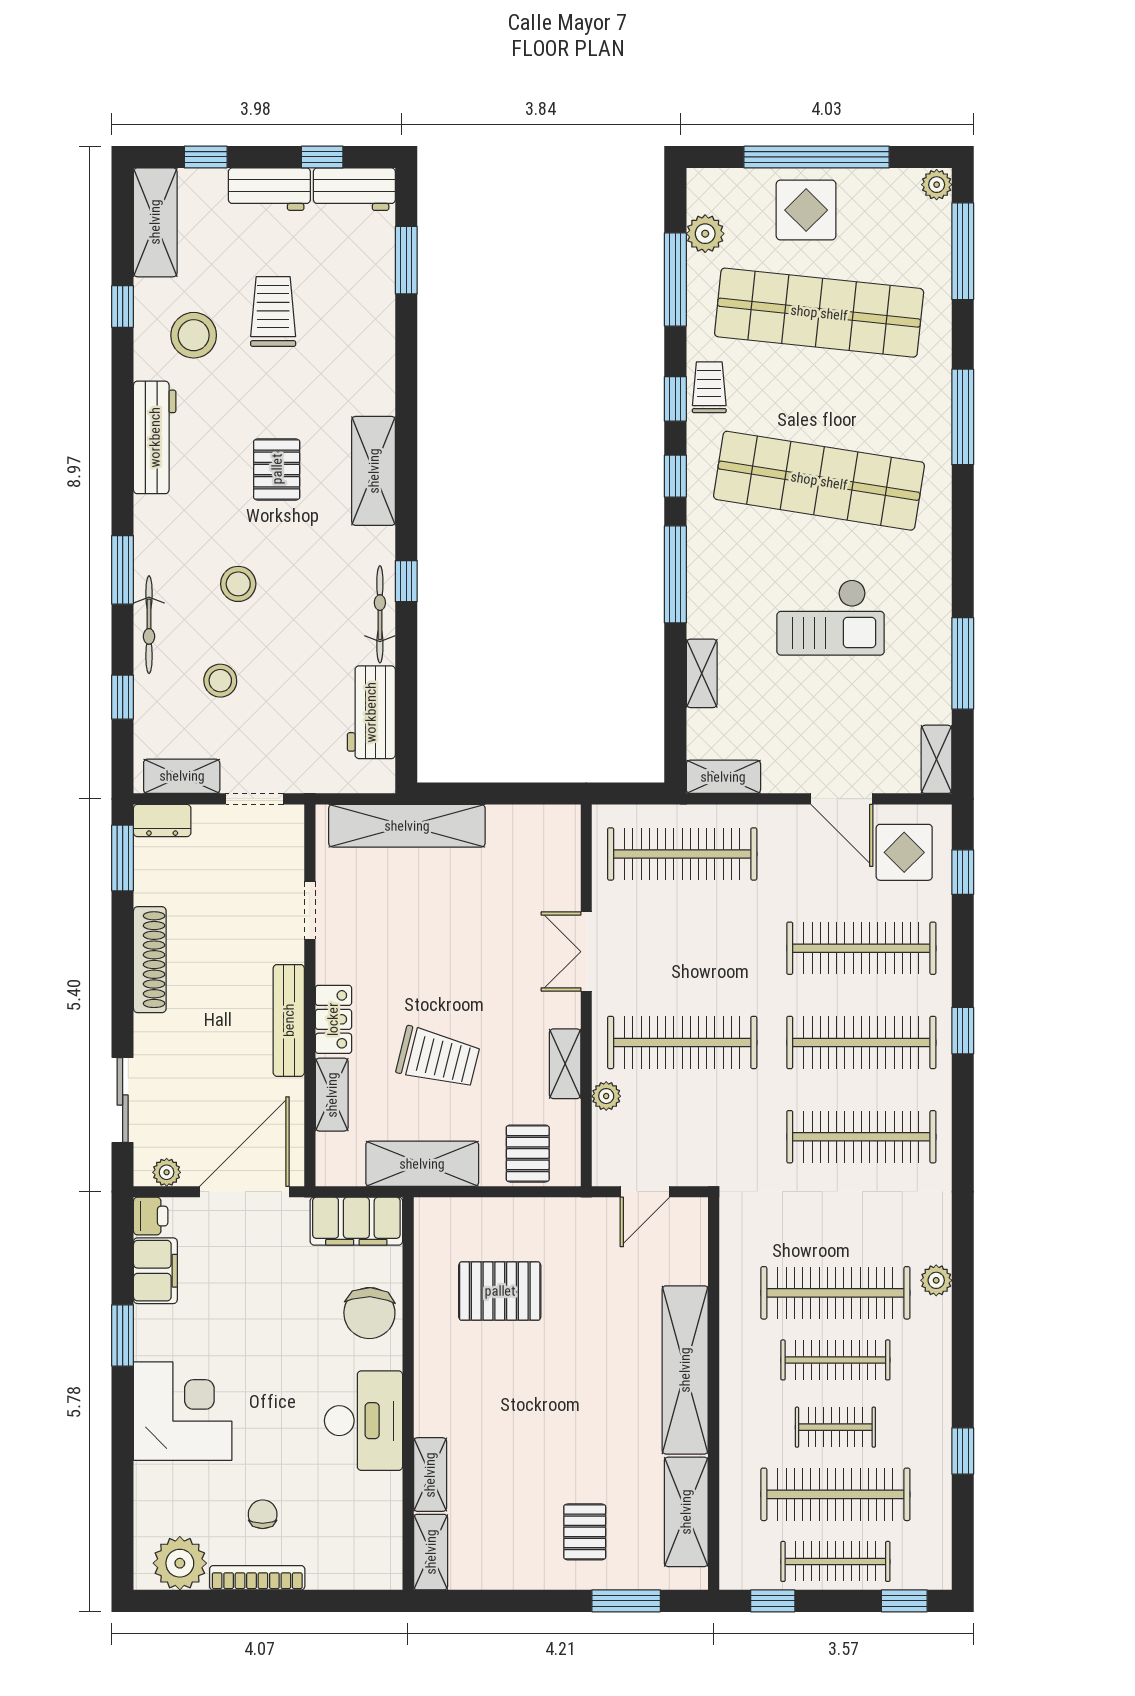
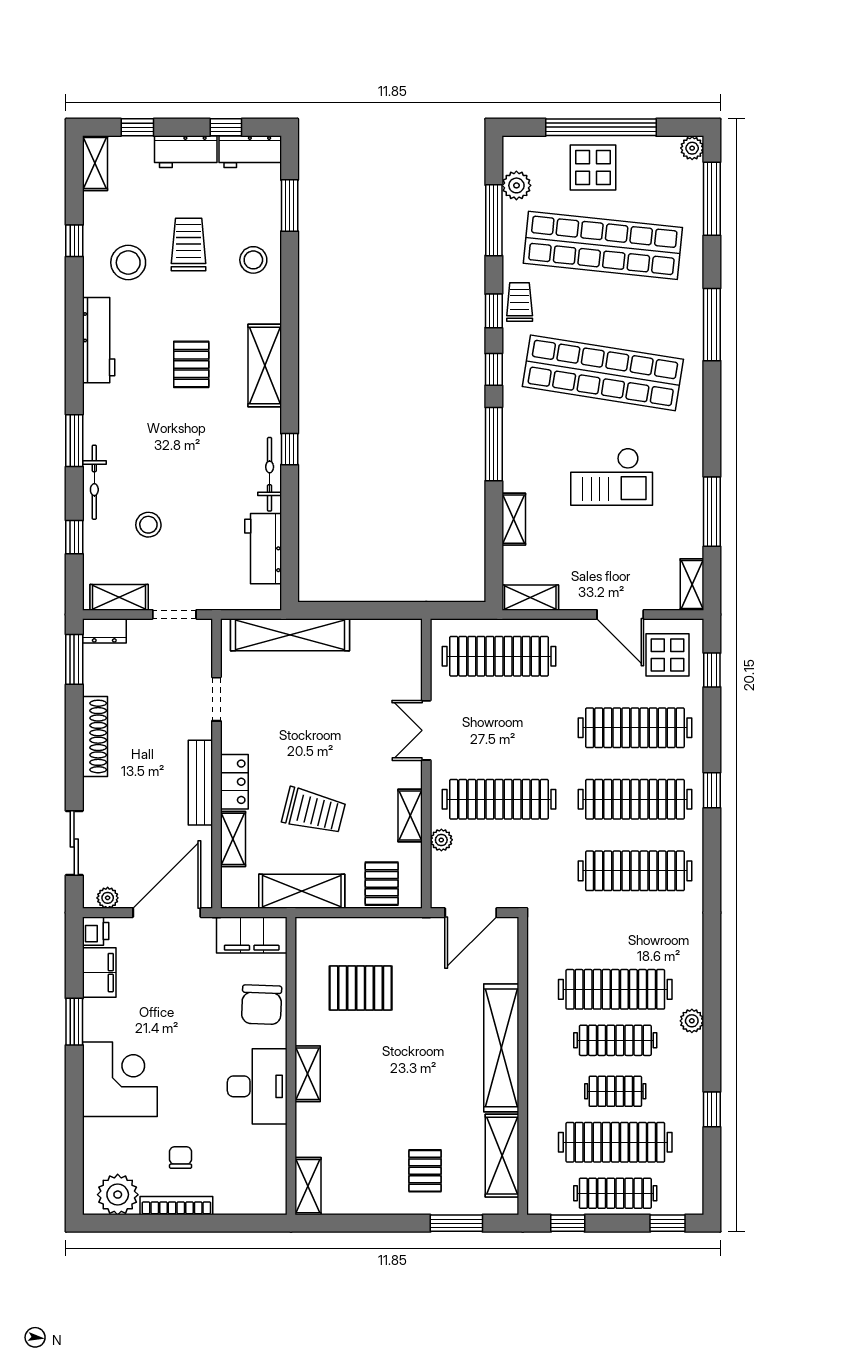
shelving: (155, 222) -> (95, 163), width x0.67, depth x0.75
stool: (238, 584) -> (253, 260), moved
door: (645, 1192) -> (471, 913), width x1.38
plant: (936, 1280) -> (692, 1021), moved
shelving: (430, 1475) -> (308, 1074), moved

